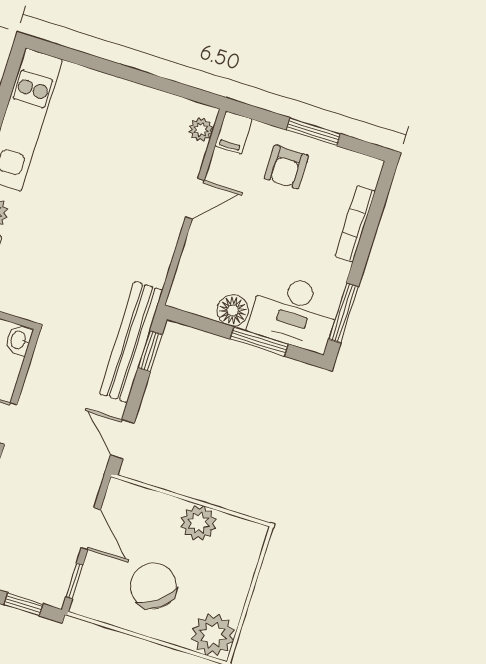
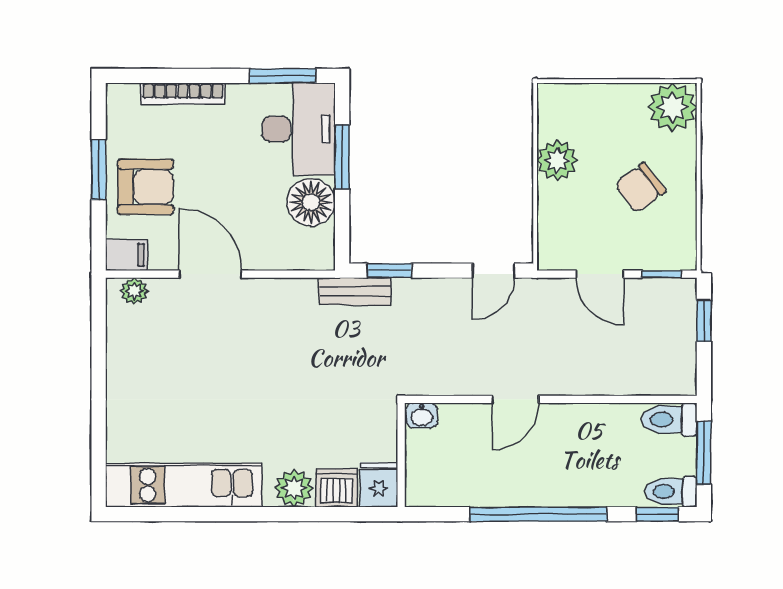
armchair: (286, 167) -> (146, 187), width x1.38, depth x1.38
door: (195, 199) -> (211, 274), width x1.38
floor lamp: (233, 310) -> (311, 202), width x1.38, depth x1.38
bench: (131, 342) -> (355, 291), width x0.54, depth x0.82
door: (91, 529) -> (600, 274), swing flipped
chair: (153, 586) -> (640, 188), width x0.73, depth x0.73

